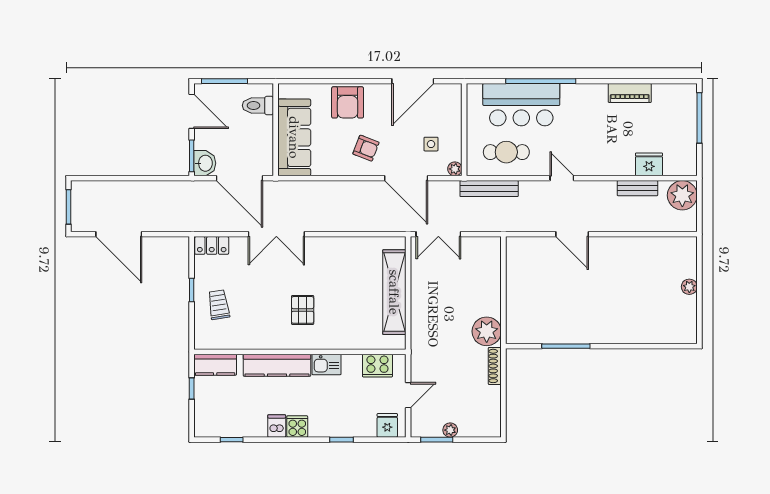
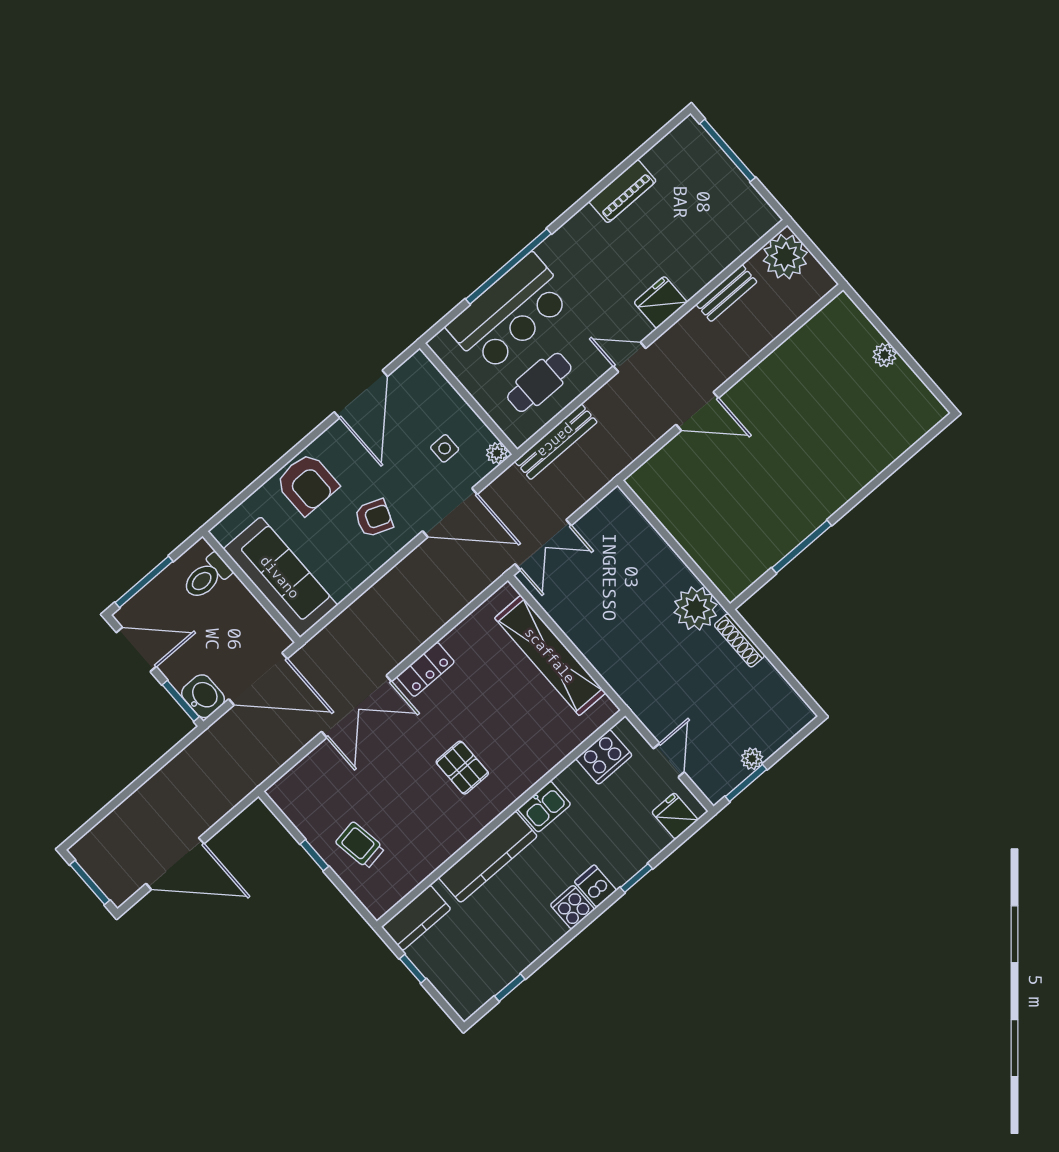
fridge: (649, 164) -> (661, 302), moved
locker: (212, 245) -> (425, 669), moved
dishwasher: (277, 426) -> (596, 886), moved

